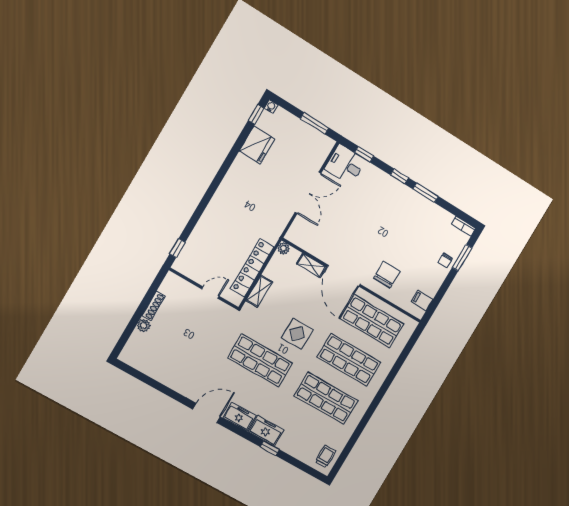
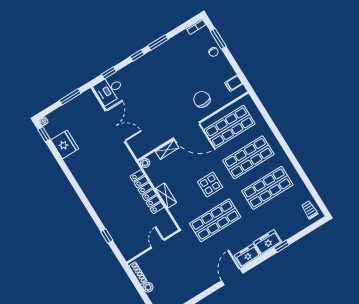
wall: (204, 289) -> (153, 247), moved
door: (210, 292) -> (158, 244), moved

